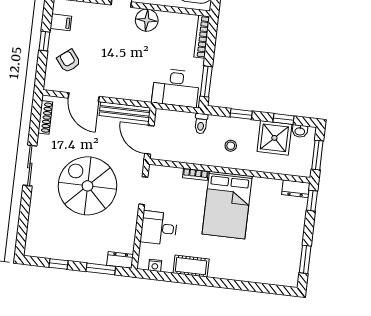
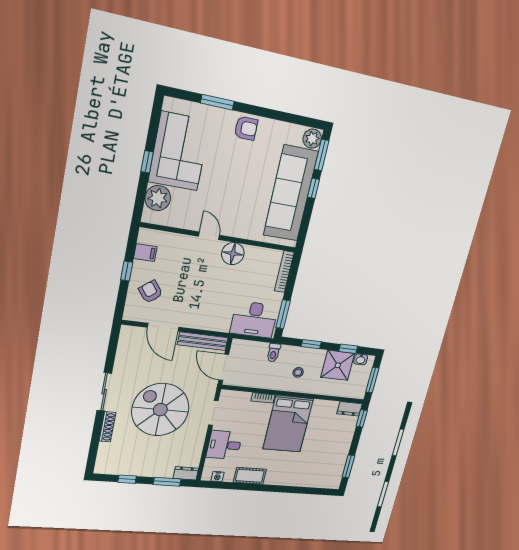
shoe rack: (45, 117) -> (107, 427), moved

